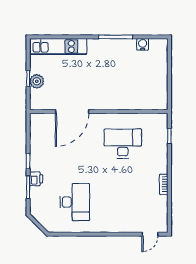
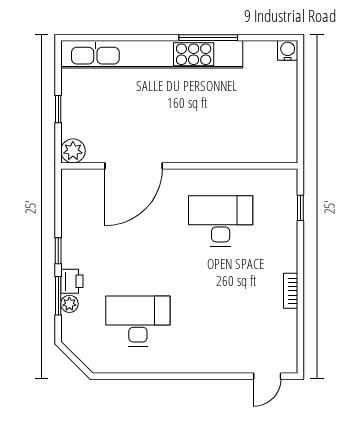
water cooler: (143, 44) -> (288, 50), moved
kitchen unit: (58, 47) -> (152, 54), width x1.86
plant: (37, 81) -> (73, 151), moved
plant: (35, 192) -> (69, 304), added
desk: (75, 202) -> (138, 321), turned -90

